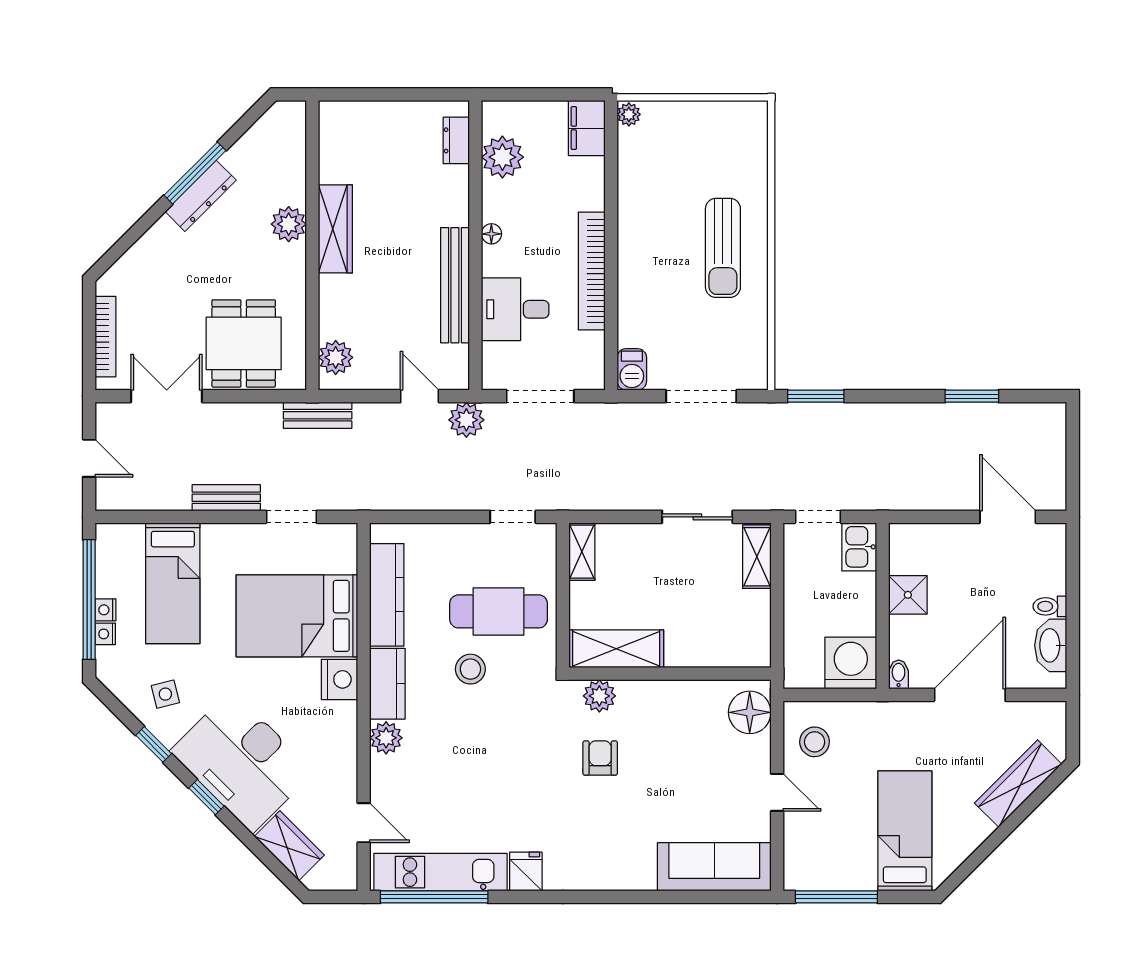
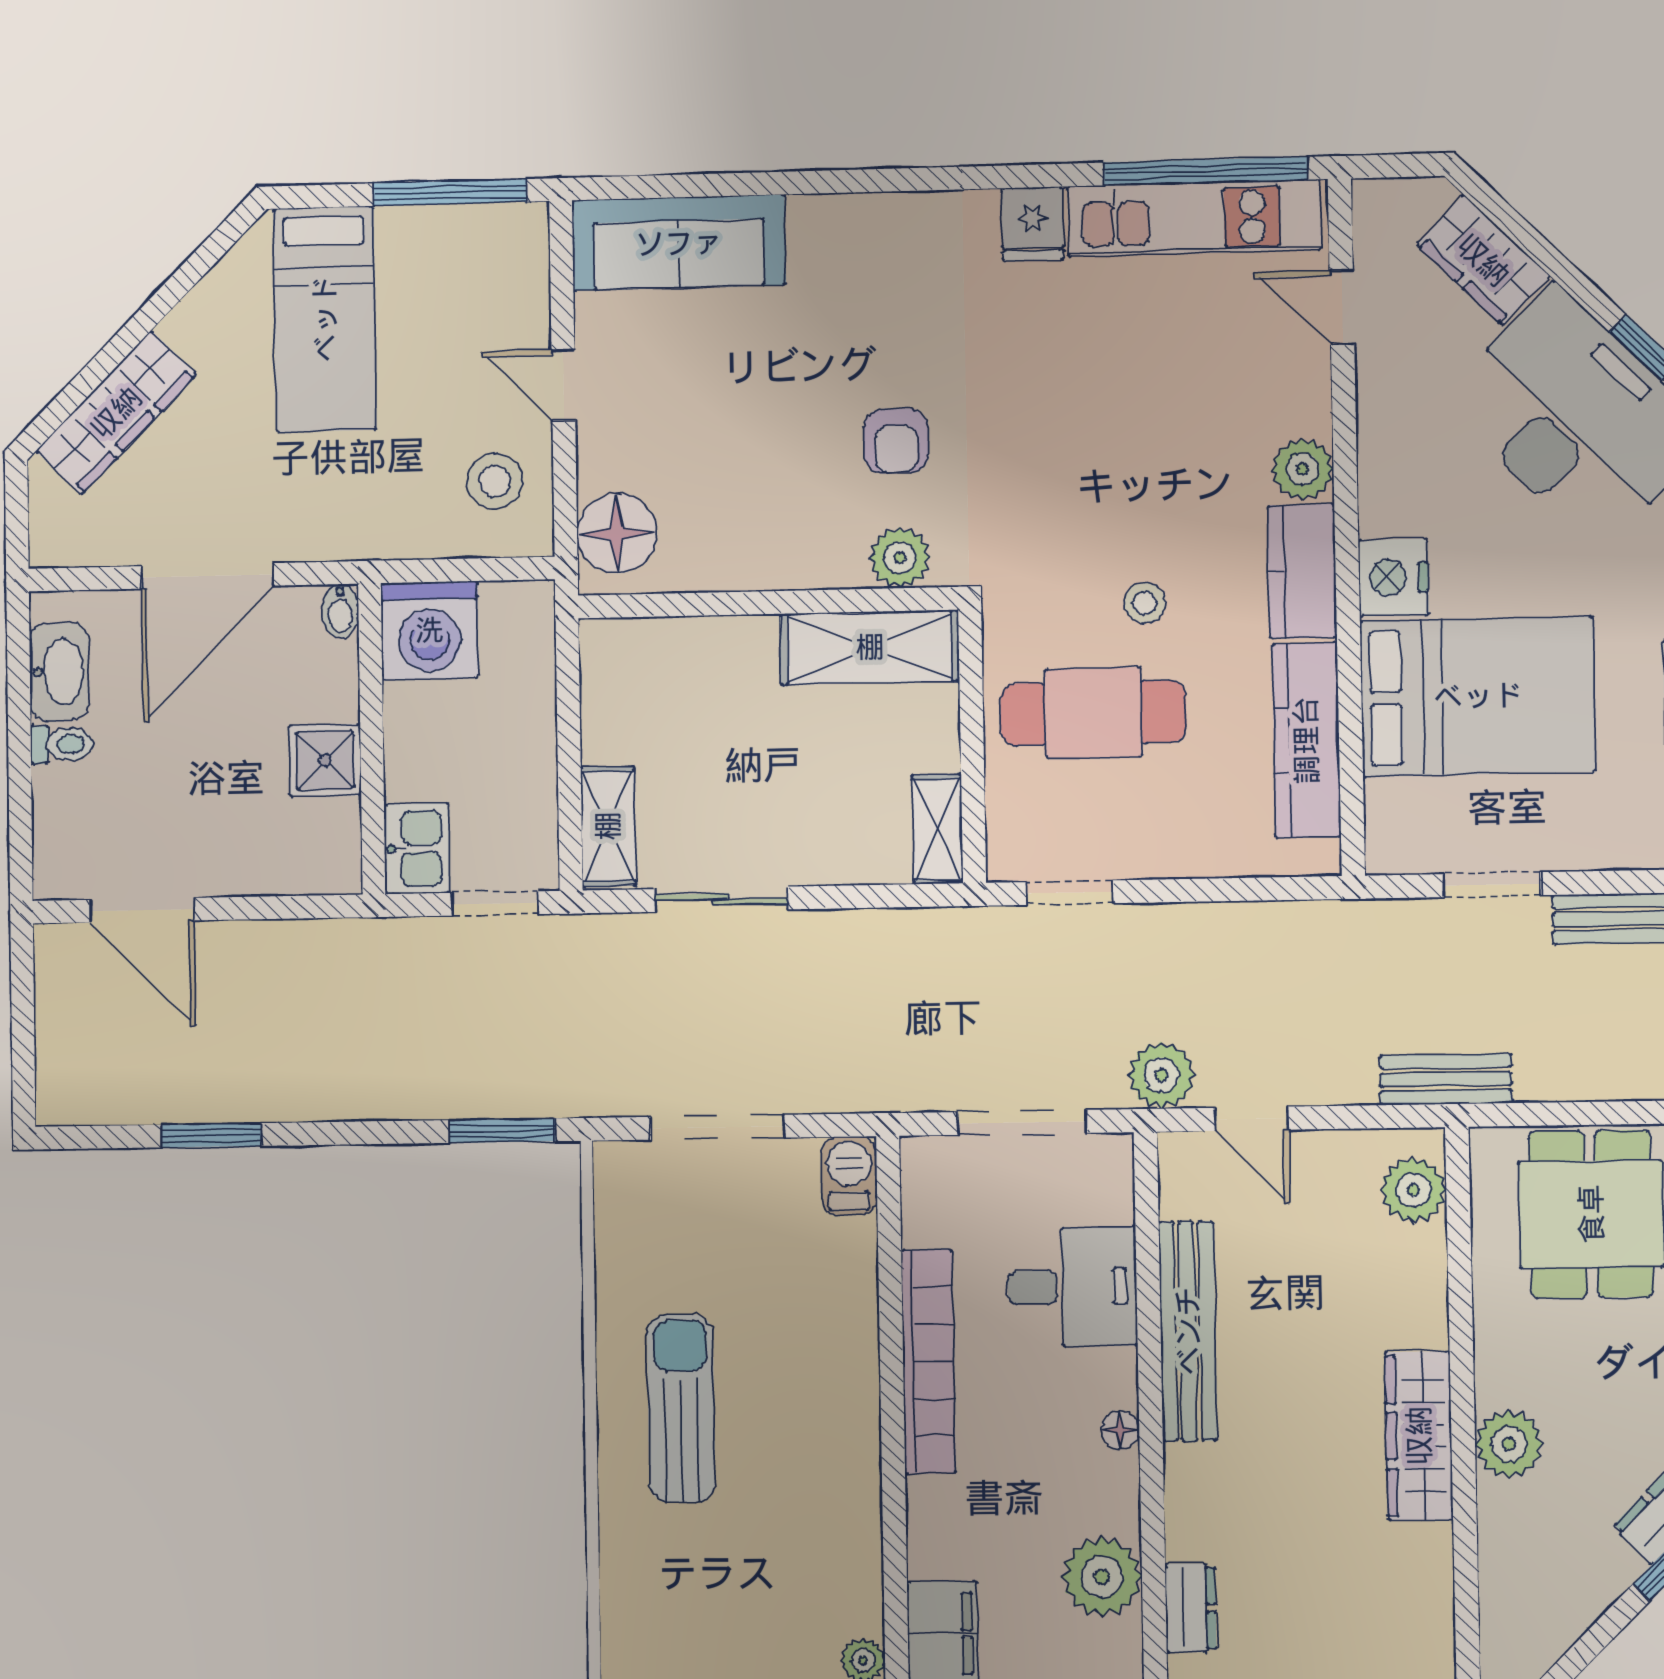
stool: (470, 669) -> (1145, 603), width x0.73, depth x0.73

